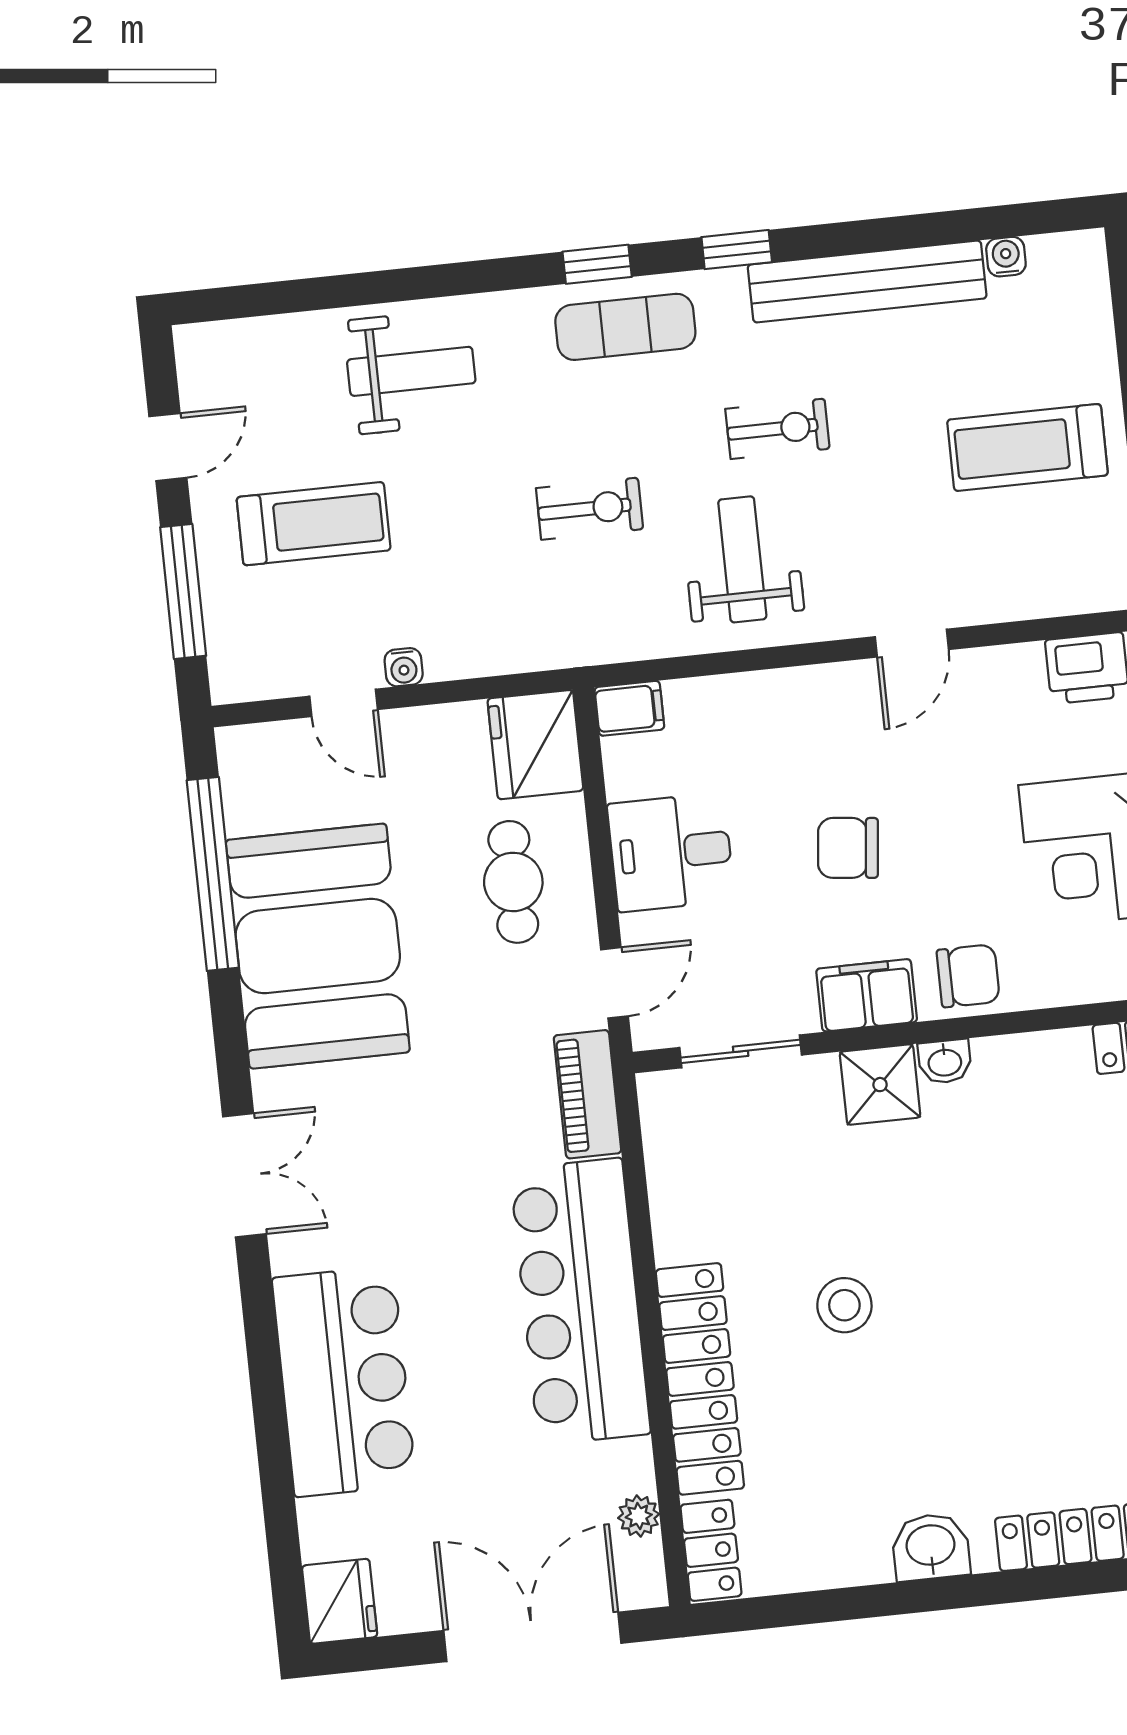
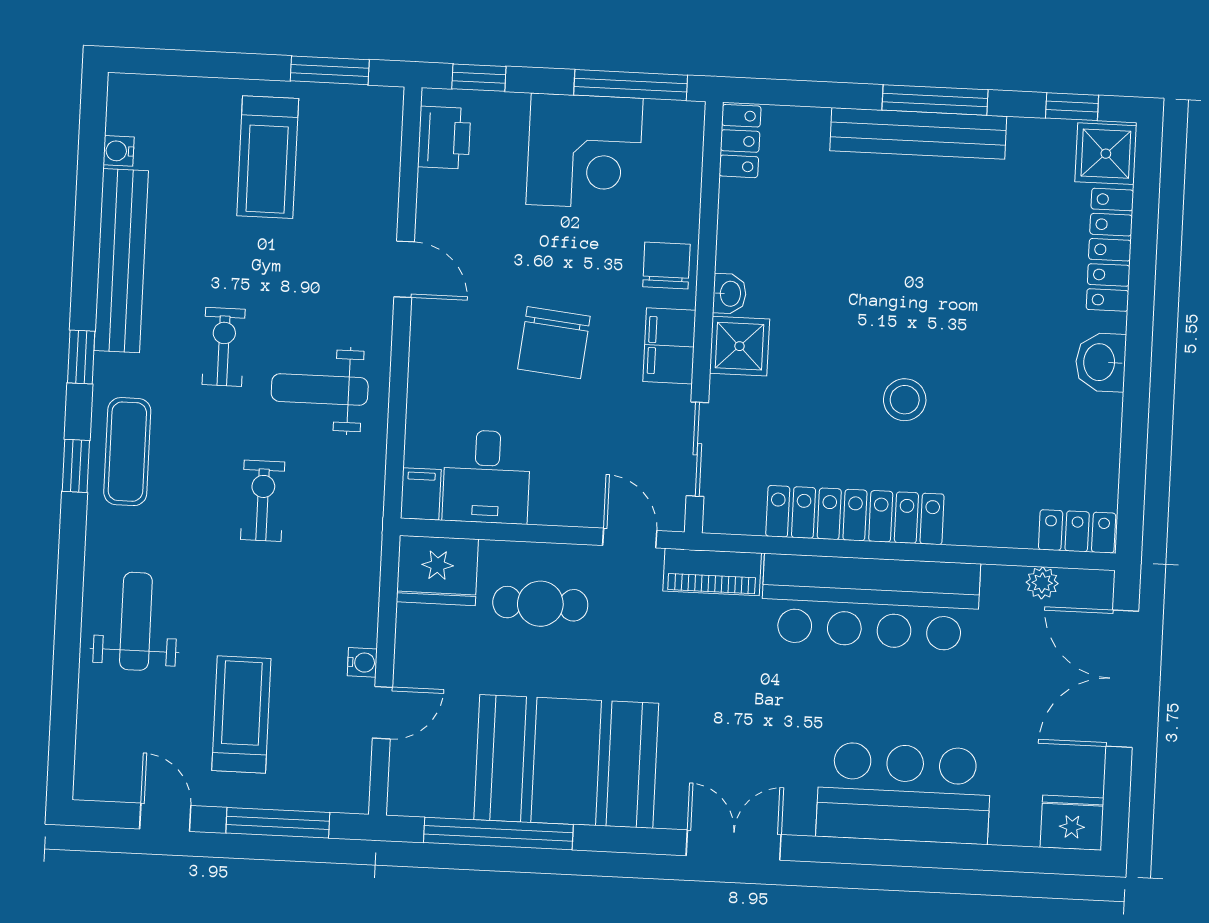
chair: (848, 848) -> (554, 343), width x1.37, depth x1.37
desk: (671, 852) -> (487, 477), moved
locker: (700, 1379) -> (855, 515), moved

